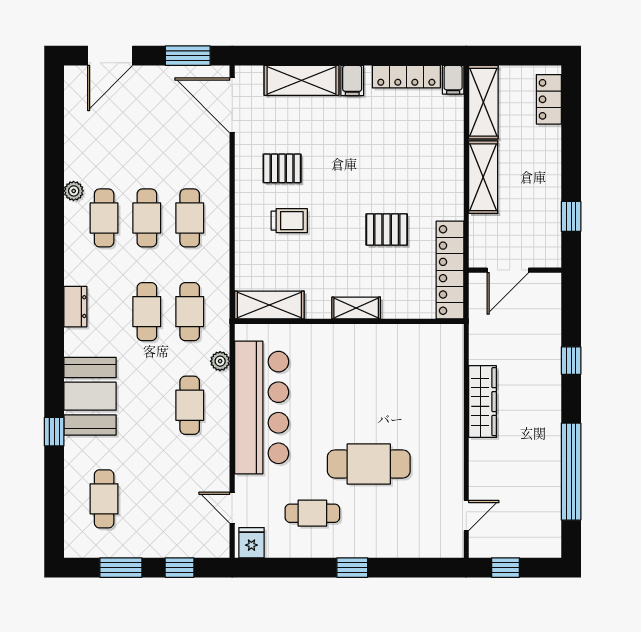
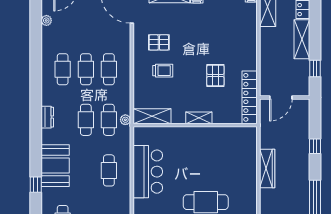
shelving: (483, 177) -> (302, 39), moved
plant: (74, 191) -> (46, 20), moved
pallet: (387, 230) -> (215, 75), turned 90
plant: (220, 361) -> (125, 120), moved
bar counter: (262, 407) -> (148, 172), width x0.73

